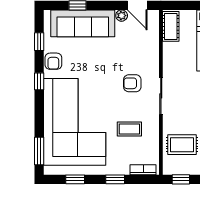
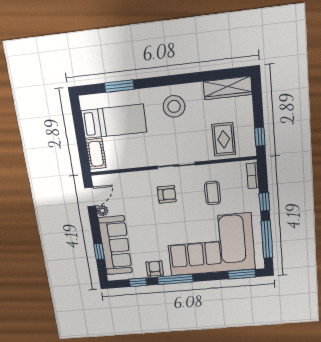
cot: (171, 26) -> (96, 154), moved, turned 90
armchair: (53, 61) -> (155, 269), turned -90
window: (39, 81) -> (175, 279), width x2.17
armchair: (132, 83) -> (167, 194), turned -90
window: (75, 179) -> (267, 239), width x2.17

